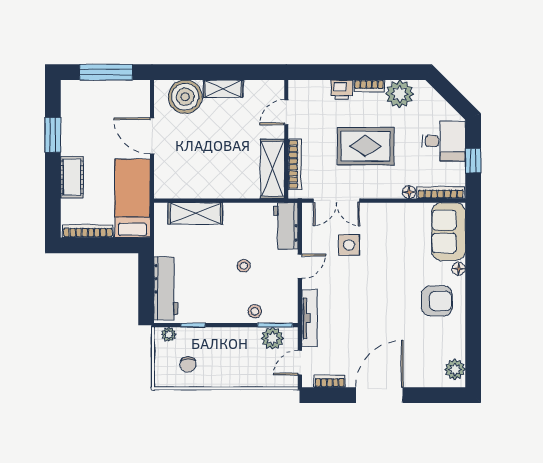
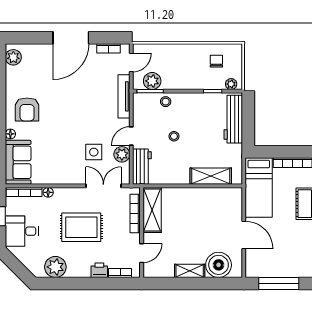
bookcase: (369, 86) -> (120, 273), moved
plant: (312, 242) -> (122, 154), added
armchair: (437, 301) -> (27, 109), turned -90

